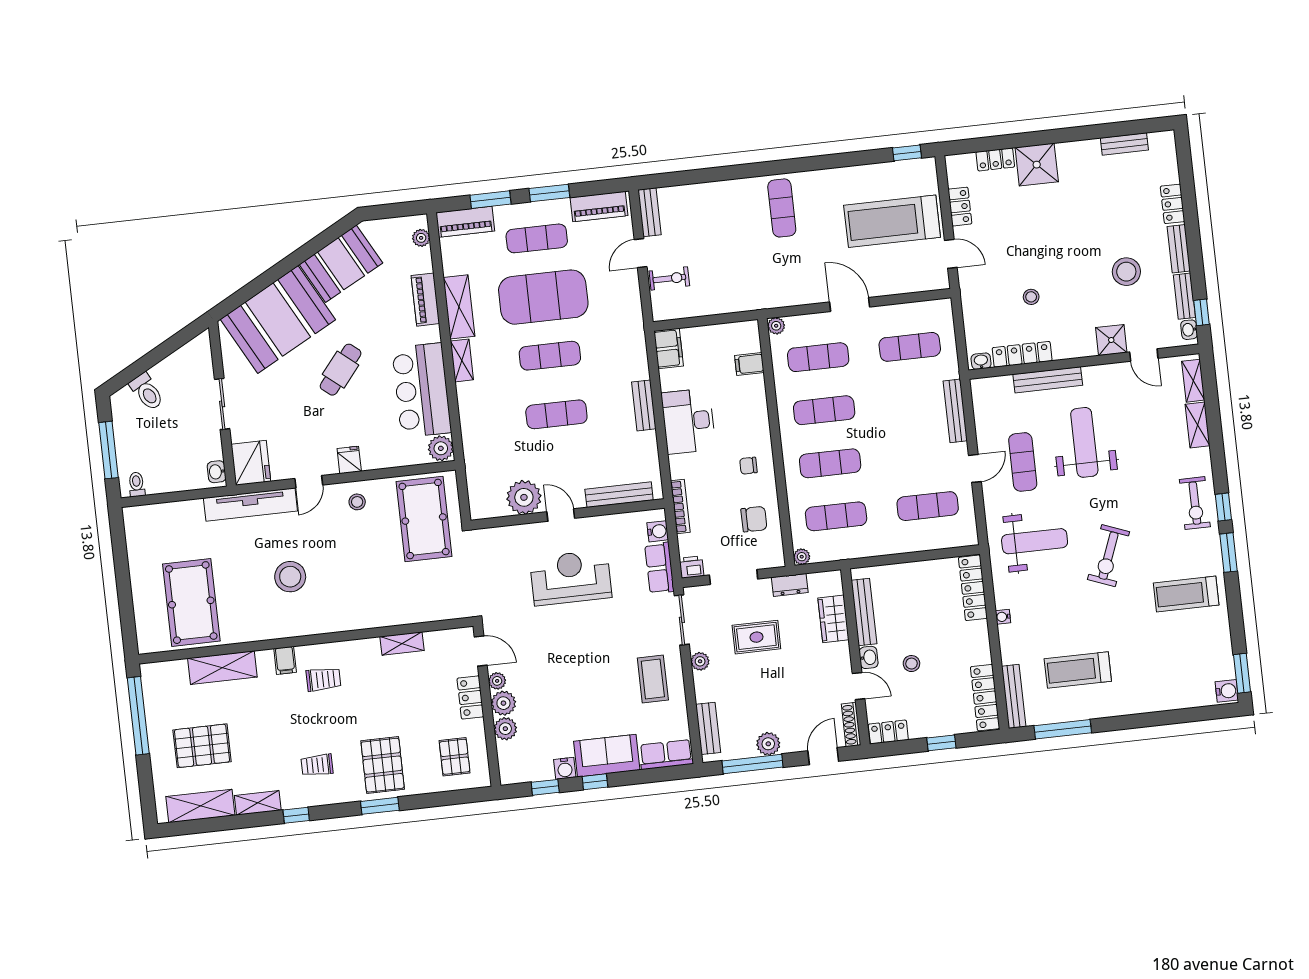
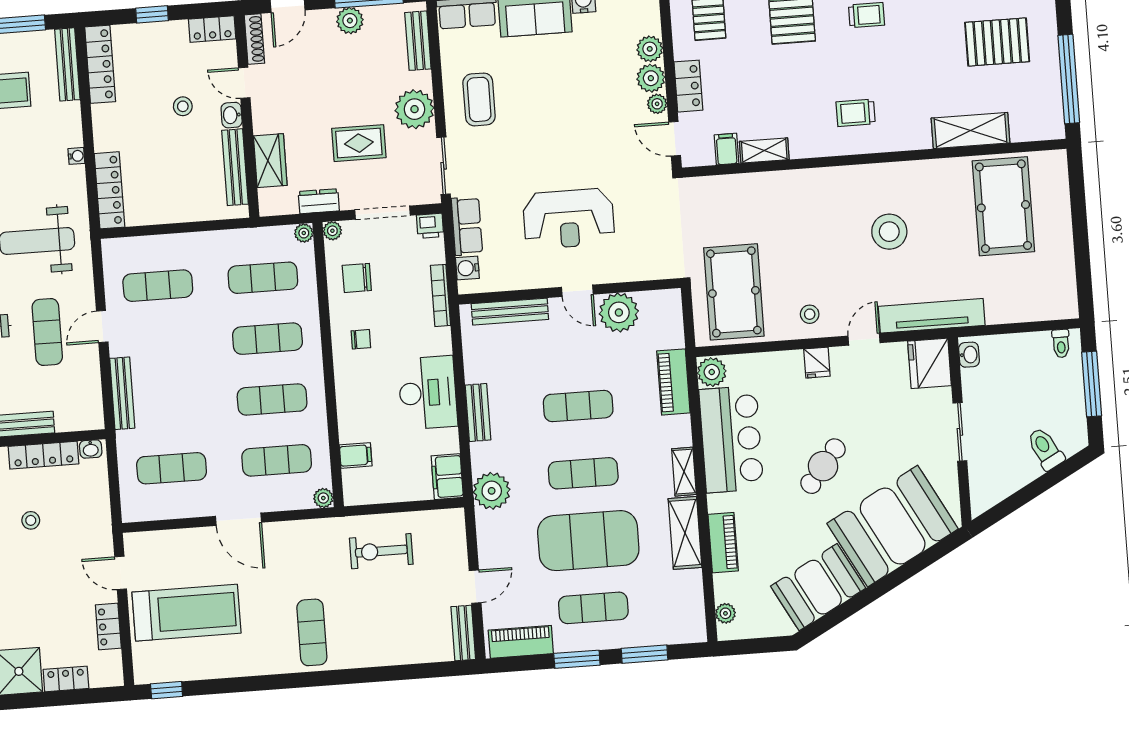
piano: (465, 222) -> (673, 382), moved, turned -90
exercise bike: (669, 278) -> (381, 551), moved, width x1.38, depth x1.39
plant: (629, 337) -> (492, 491), added
plant: (777, 560) -> (332, 231), added
filing cabinet: (285, 660) -> (727, 149), moved
plant: (700, 661) -> (415, 109), width x1.88, depth x1.88

